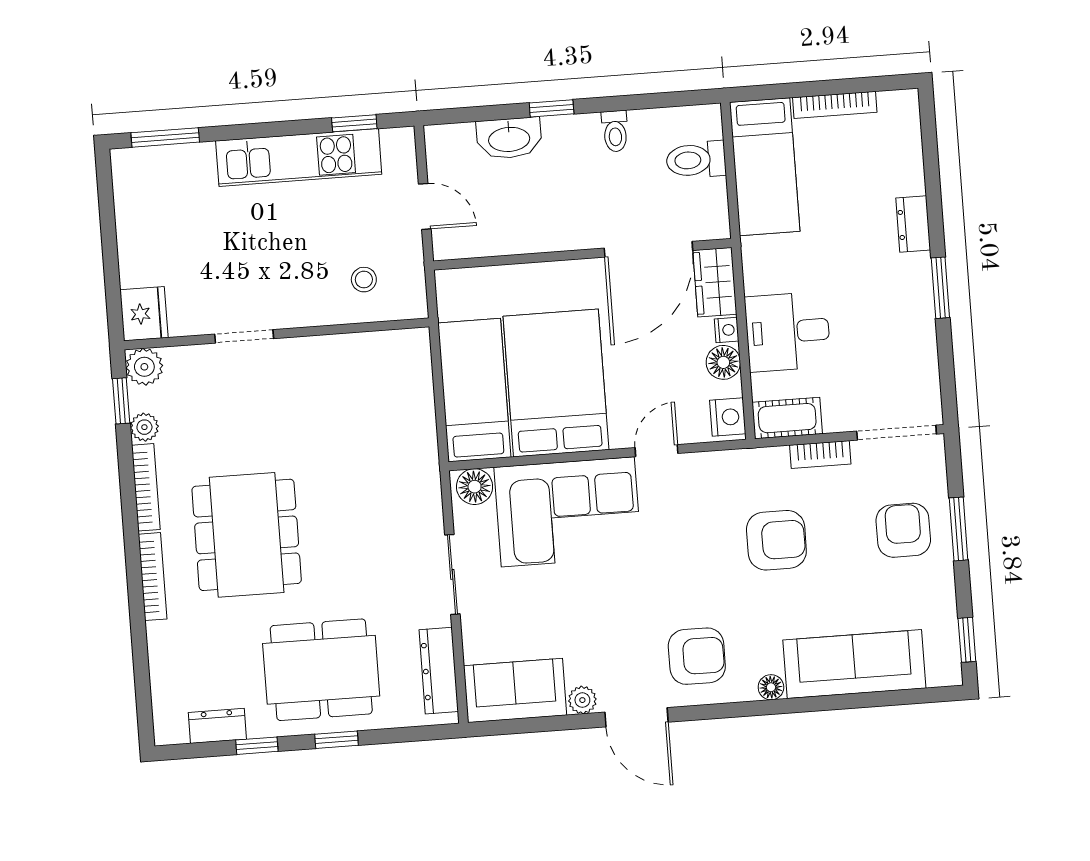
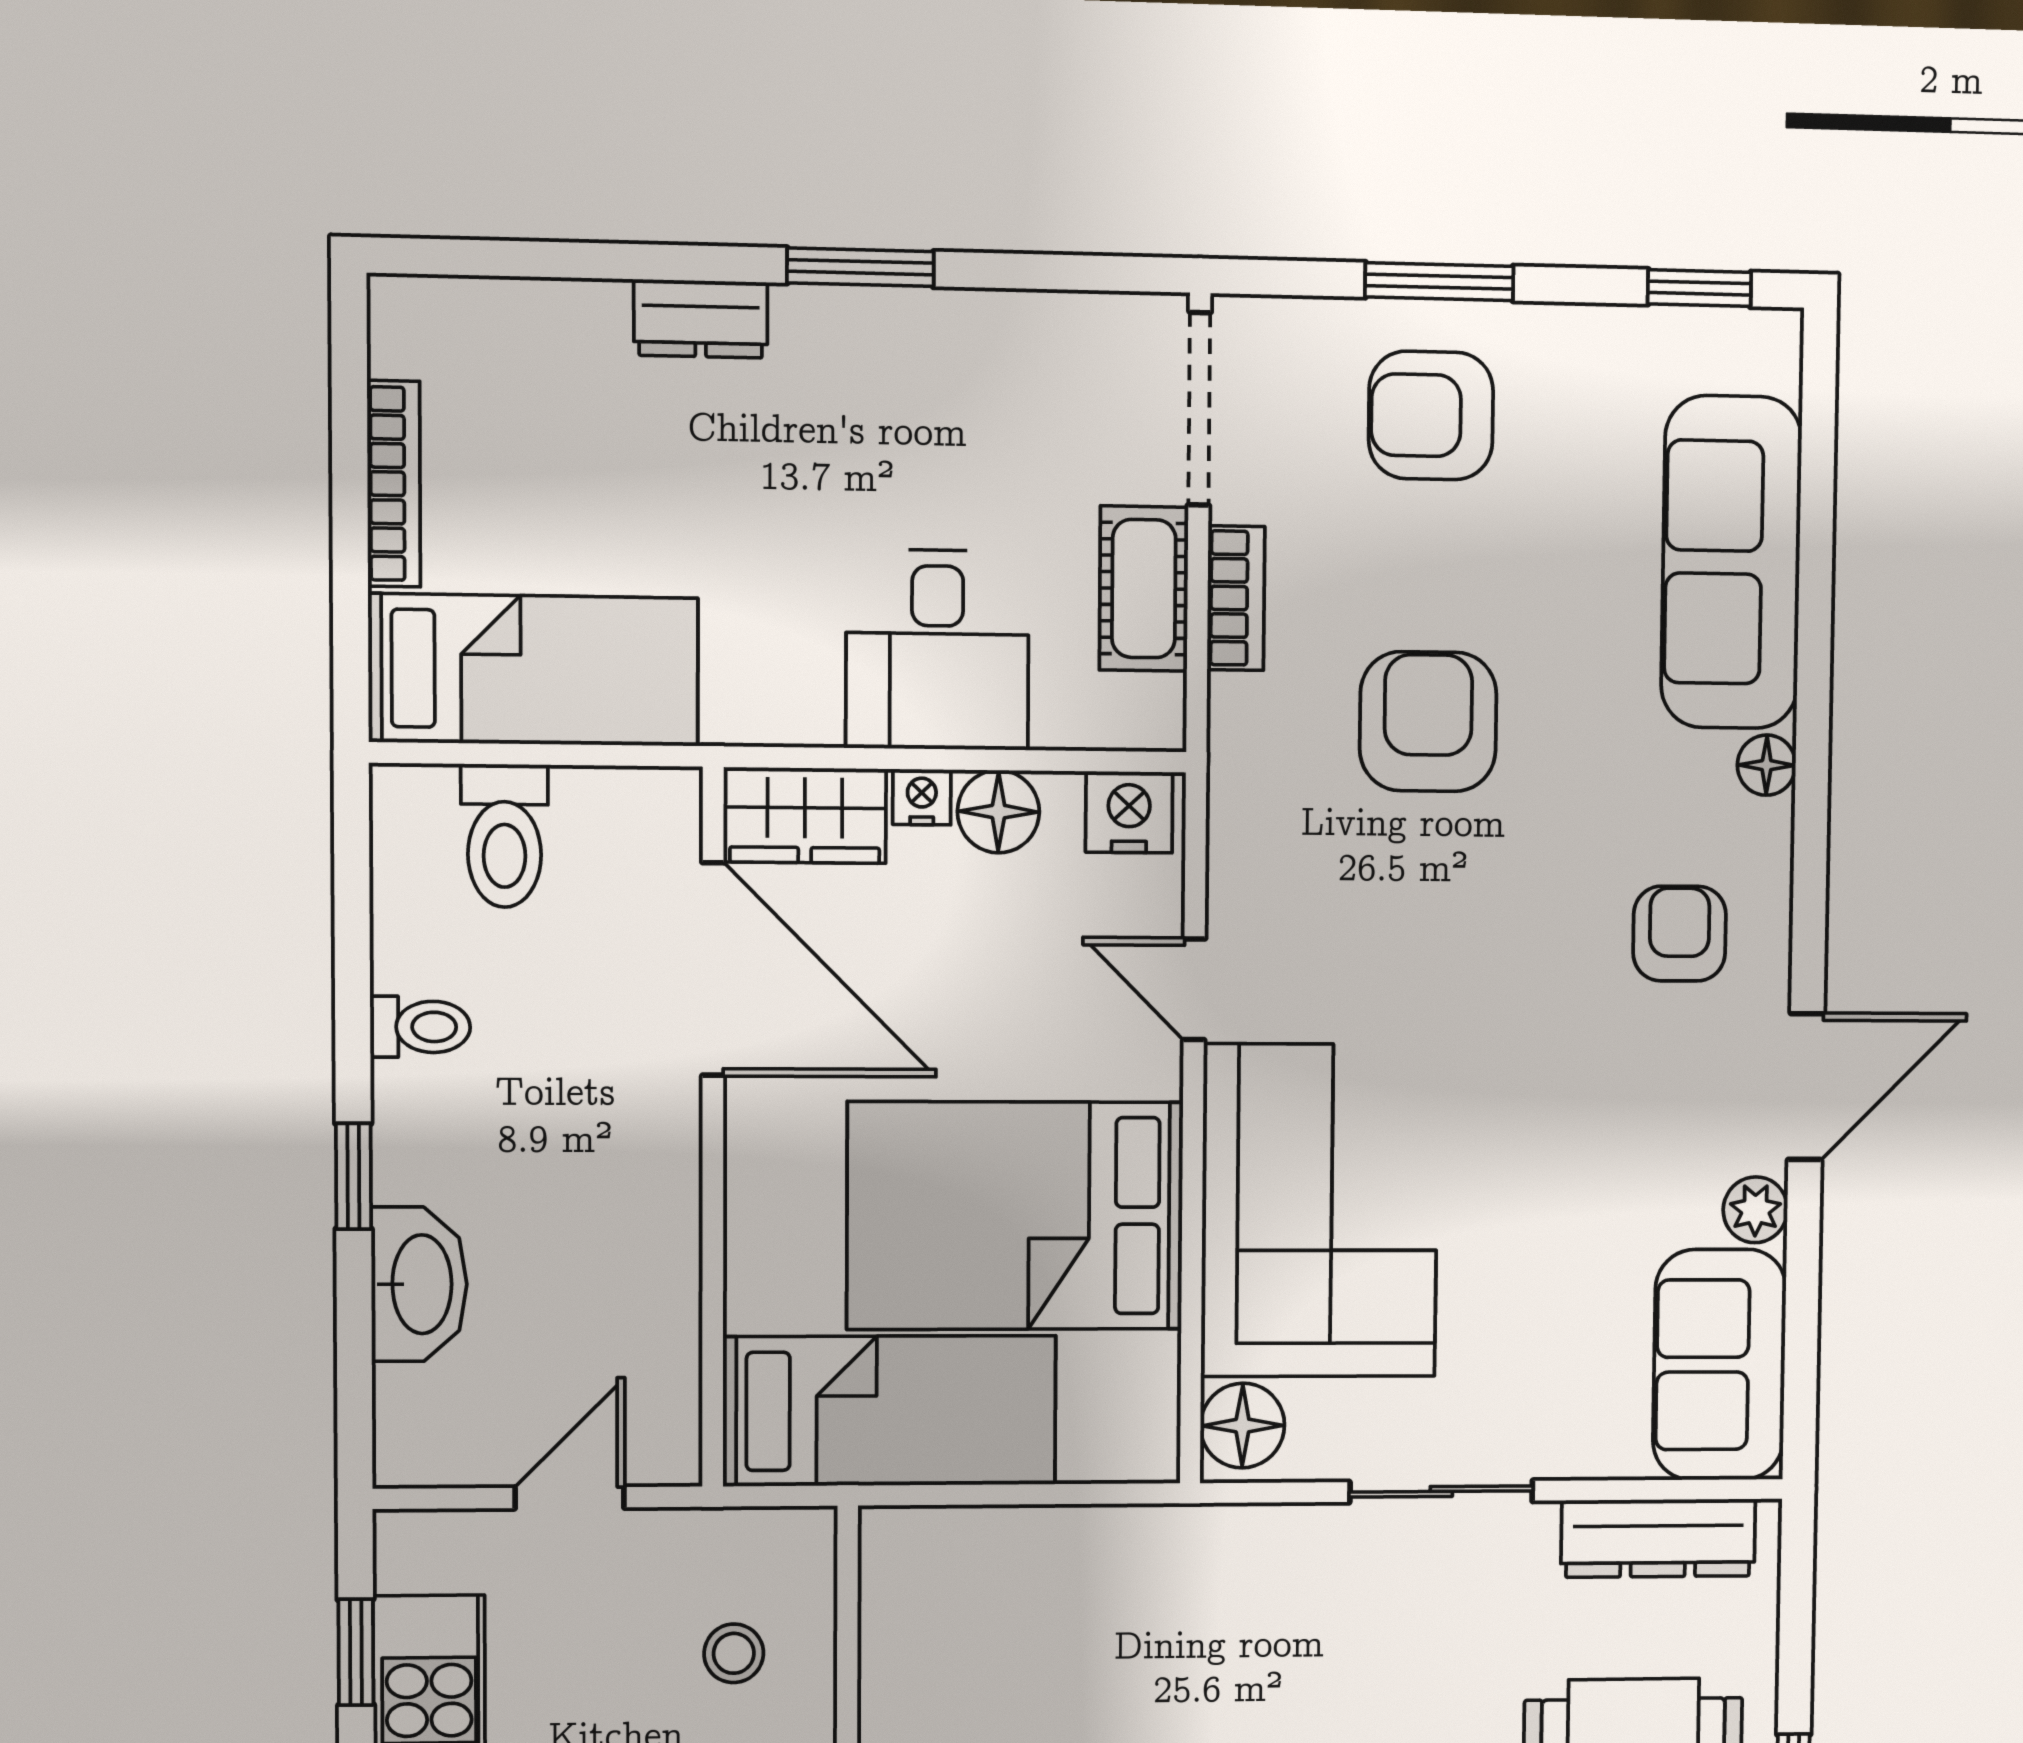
bed: (474, 390) -> (890, 1411), moved, turned 180
cot: (787, 418) -> (1144, 589), moved
armchair: (697, 656) -> (1679, 934), width x0.72, depth x0.72

